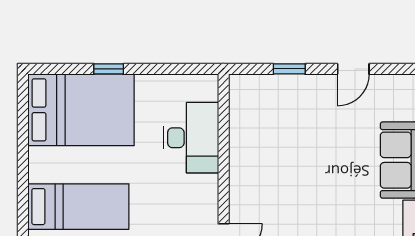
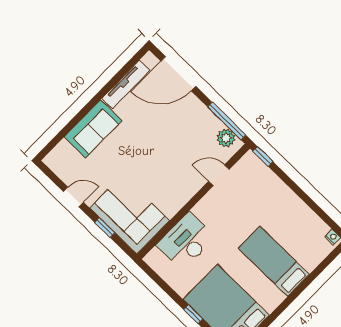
corner sofa: (277, 108) -> (130, 214), added

